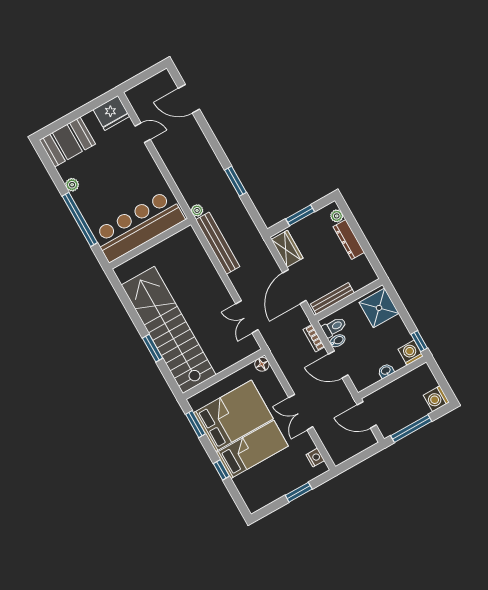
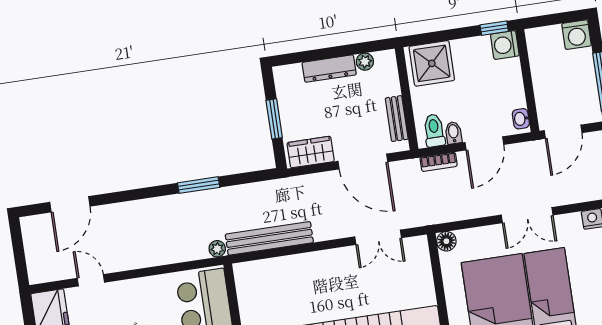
door: (143, 133) -> (91, 280), hinge flipped
plant: (337, 216) -> (365, 62), moved
bench: (332, 298) -> (397, 119), width x0.73
washbasin: (386, 371) -> (521, 119), moved

